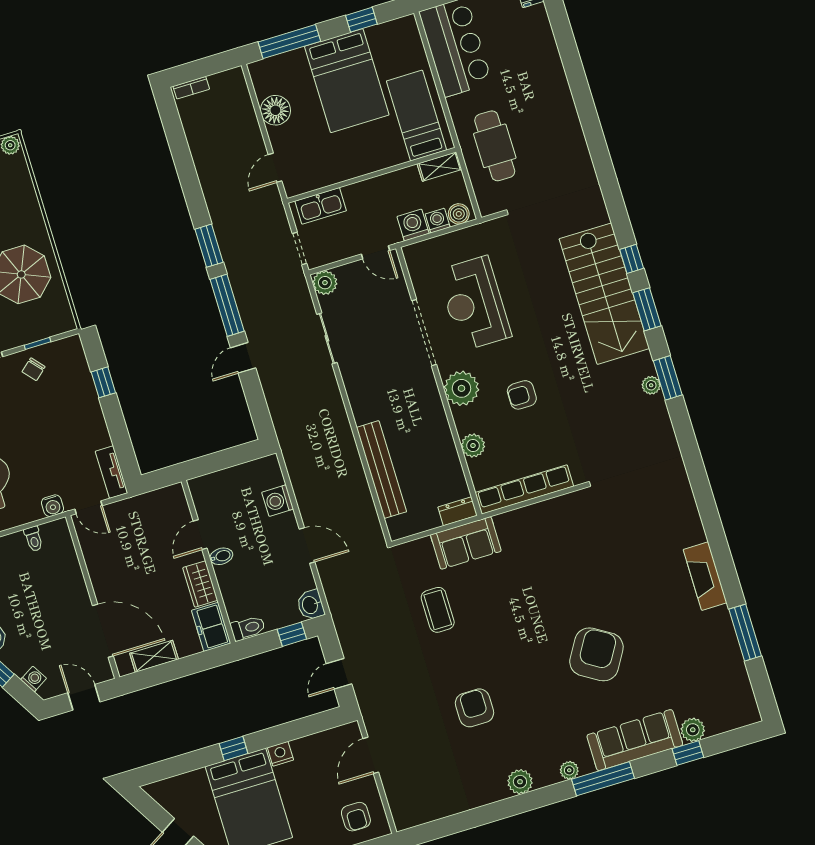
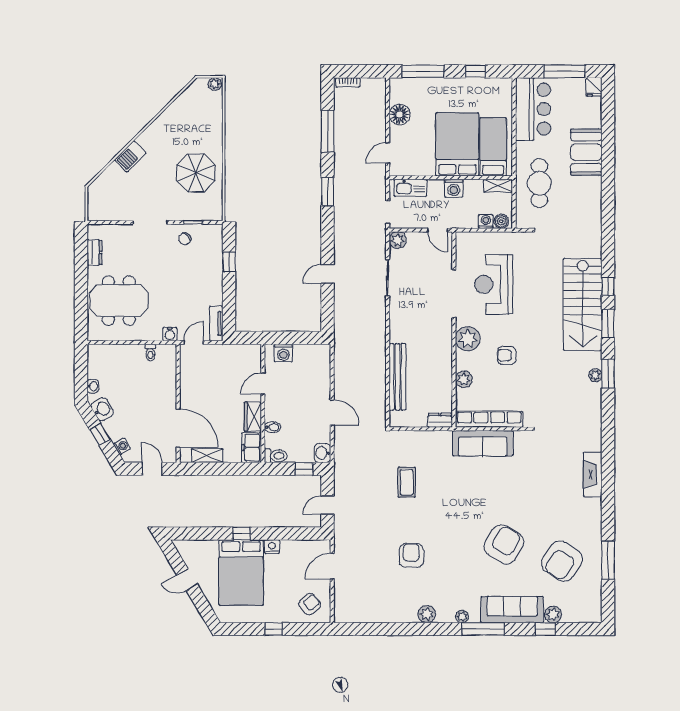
bed: (347, 81) -> (457, 144), moved, turned 180
booth: (546, 84) -> (586, 152), added
washing machine: (413, 225) -> (454, 188), moved, turned 180
window: (227, 305) -> (328, 131), moved
washing machine: (278, 501) -> (283, 353), moved, turned -90
door: (88, 507) -> (194, 343), swing flipped
sofa: (466, 543) -> (483, 443), moved, width x1.36
bidet: (221, 556) -> (273, 427), moved
fireplace: (705, 576) -> (593, 474), moved
armchair: (683, 653) -> (562, 561), added
armchair: (356, 817) -> (310, 604), turned -132

